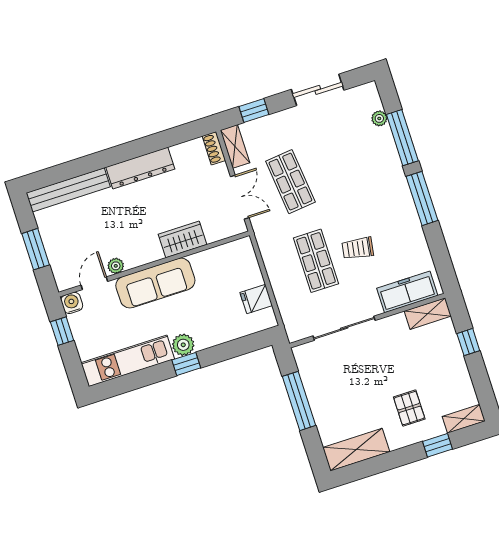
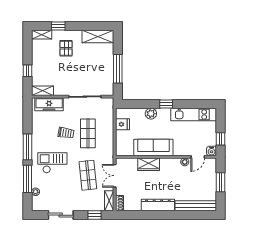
checkout: (365, 183) -> (52, 163), added
sofa: (155, 283) -> (153, 148), moved
plant: (183, 345) -> (151, 114), moved

